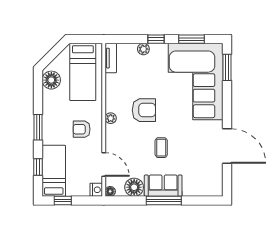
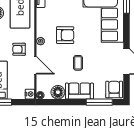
door: (104, 164) -> (35, 65), moved
armchair: (210, 184) -> (114, 89), added
window: (164, 201) -> (99, 102), moved

